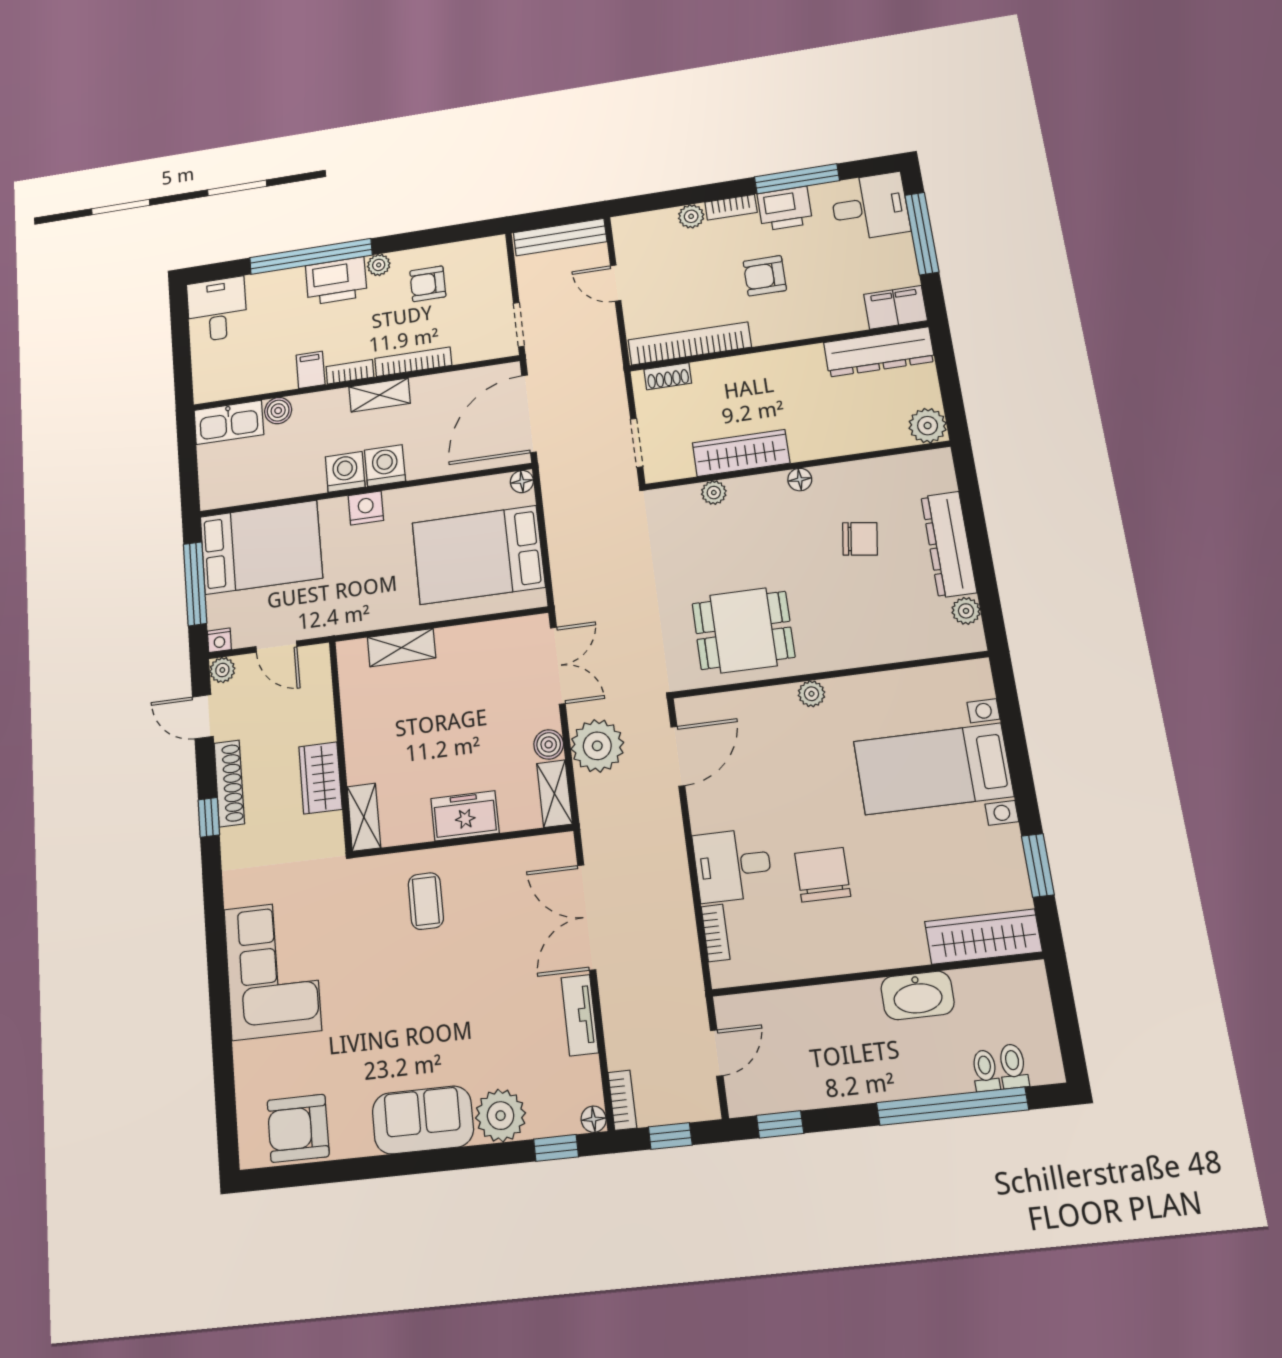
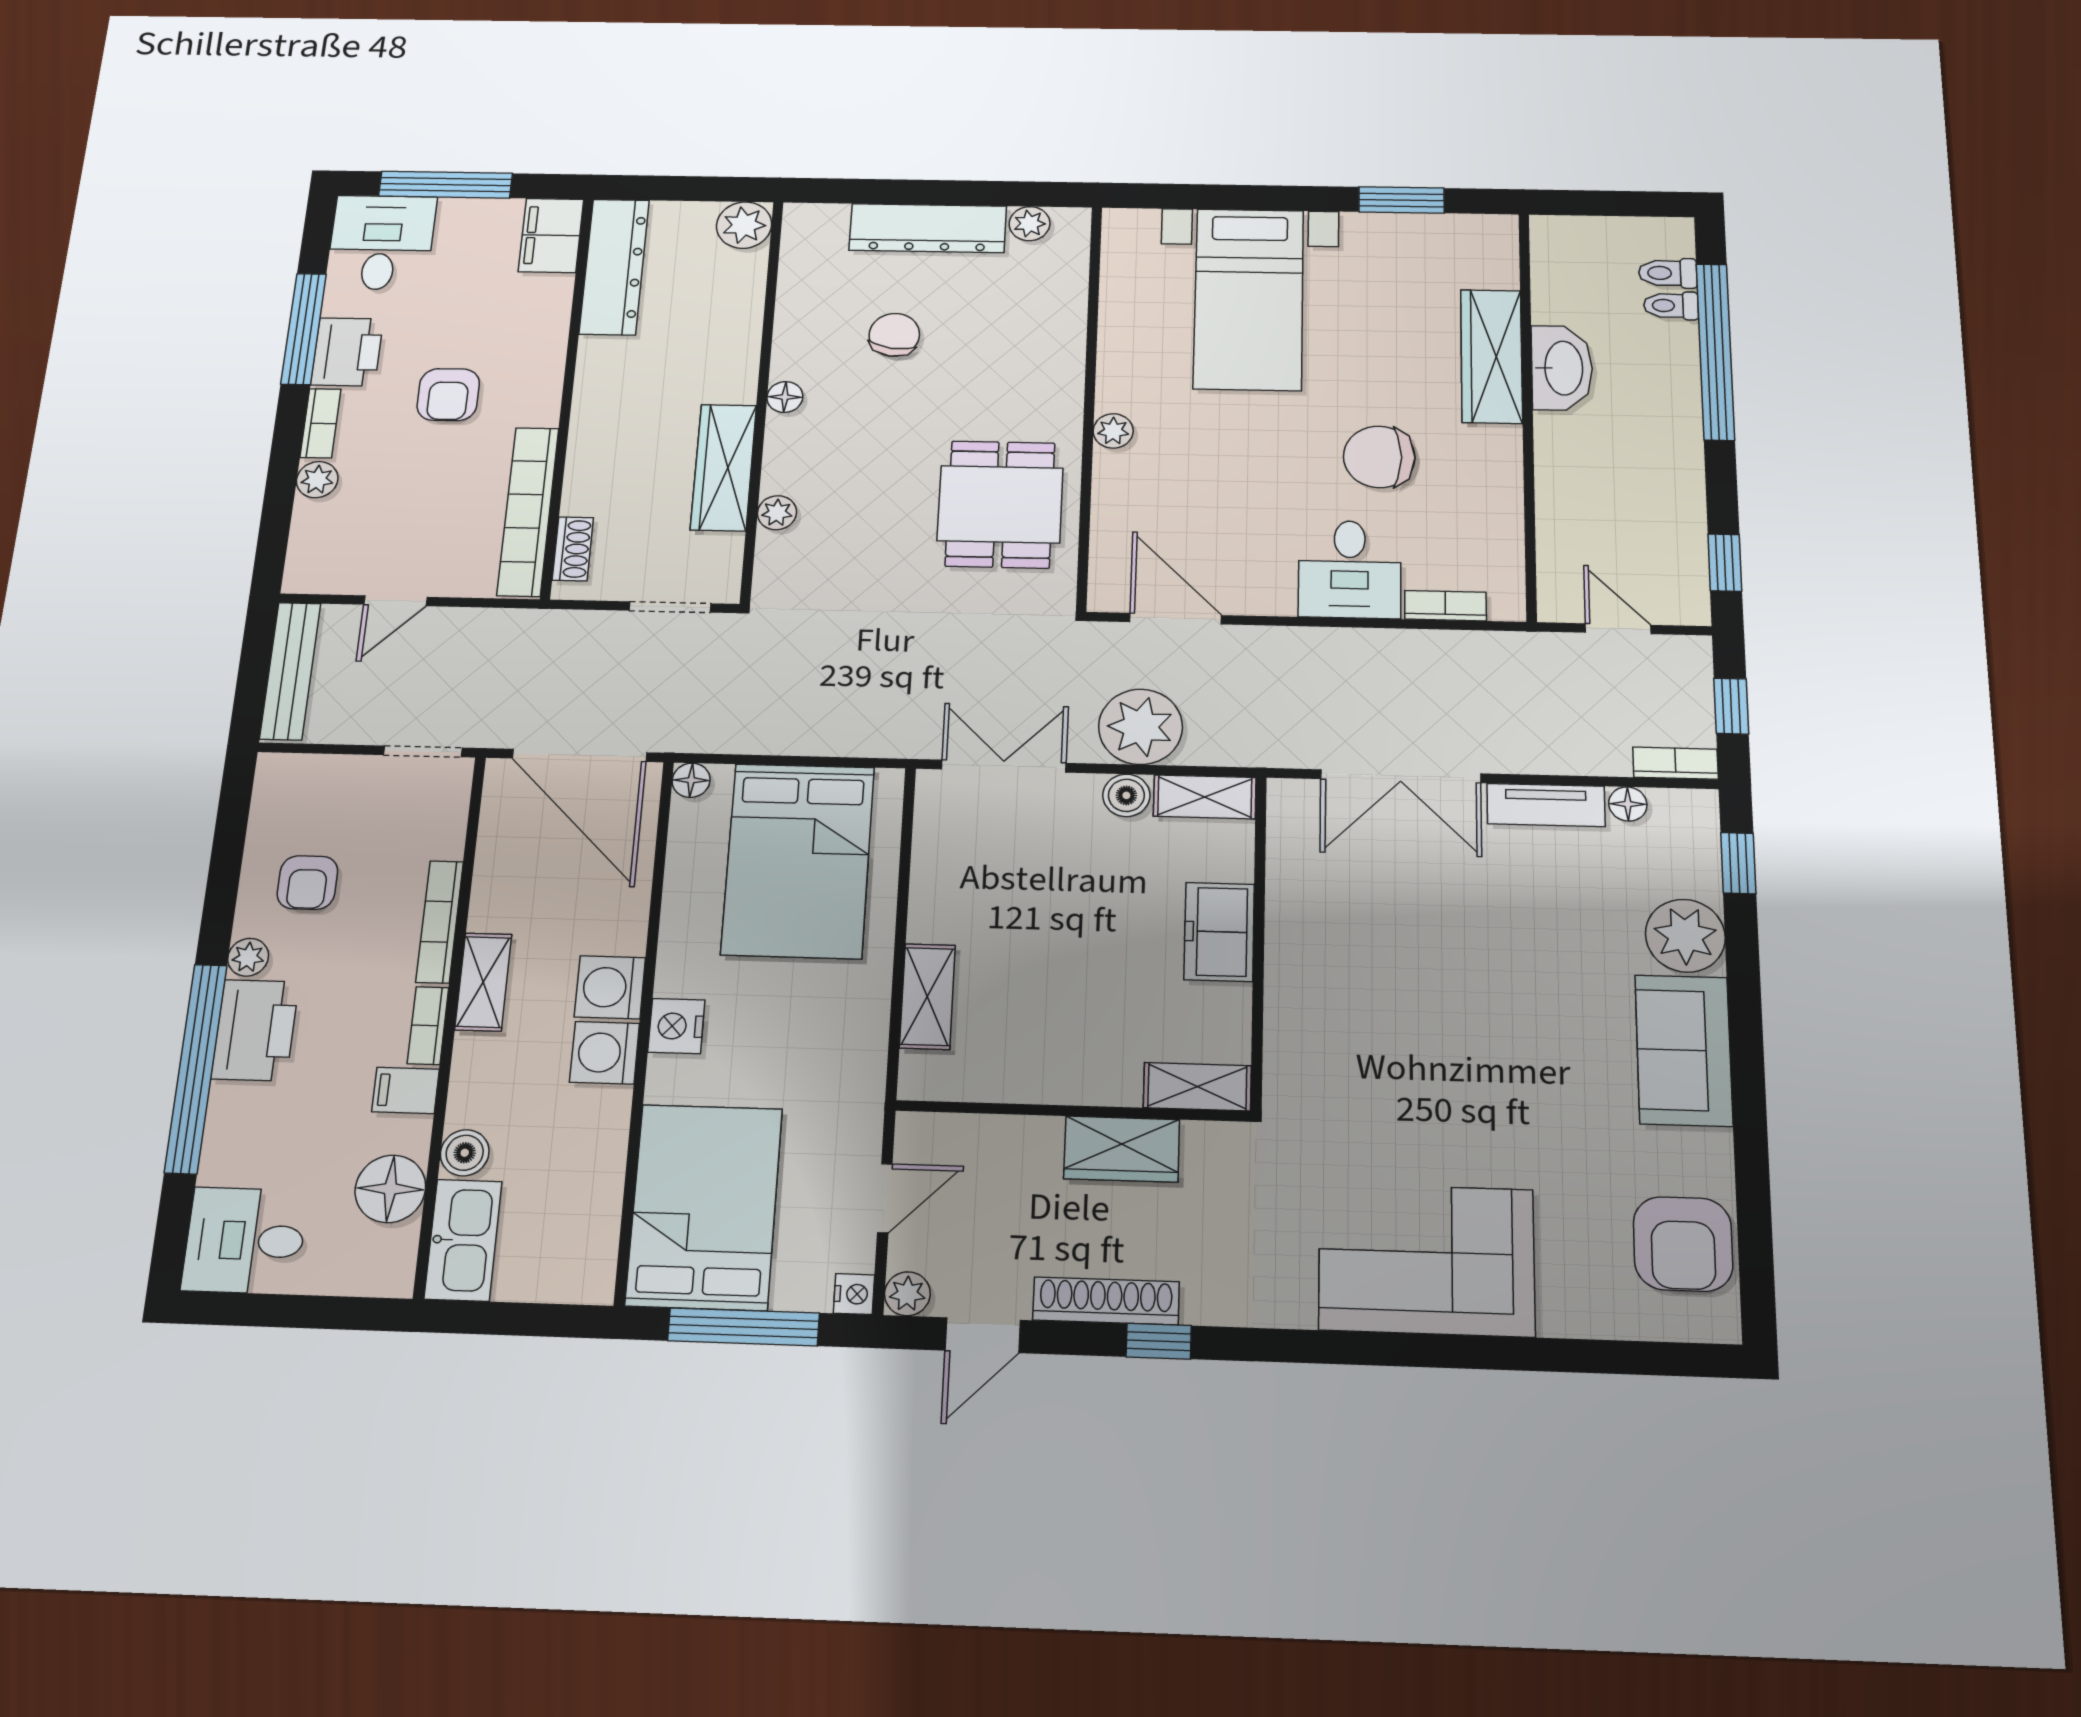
floor lamp: (253, 377) -> (390, 1189), added
coffee table: (426, 901) -> (1346, 1006), removed
wardrobe: (983, 937) -> (1491, 356), moved
floor lamp: (594, 1119) -> (1628, 804), moved

